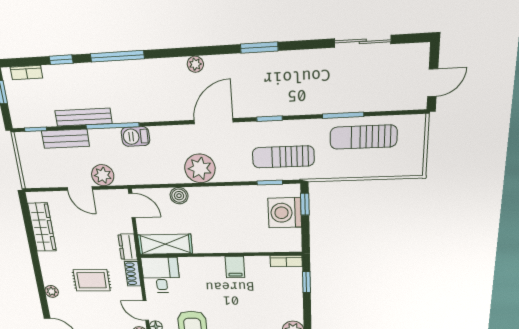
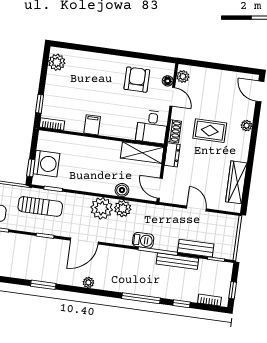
plant: (103, 175) -> (123, 208), moved

